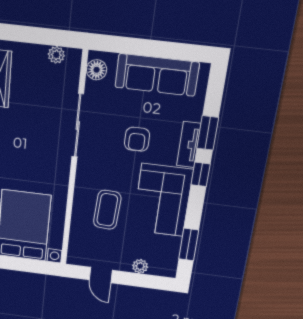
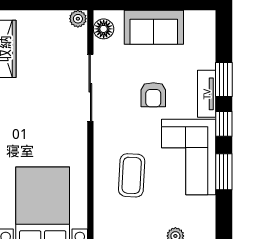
plant: (56, 55) -> (78, 19), moved
sofa: (157, 75) -> (154, 27), width x0.73
window: (189, 245) -> (224, 172), moved

